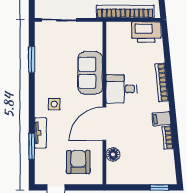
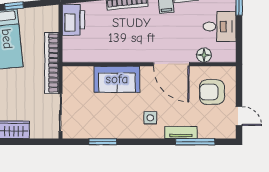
bookcase: (125, 12) -> (52, 63), moved
desk: (121, 89) -> (220, 26), moved, turned -90
window: (32, 146) -> (195, 142), width x1.44

